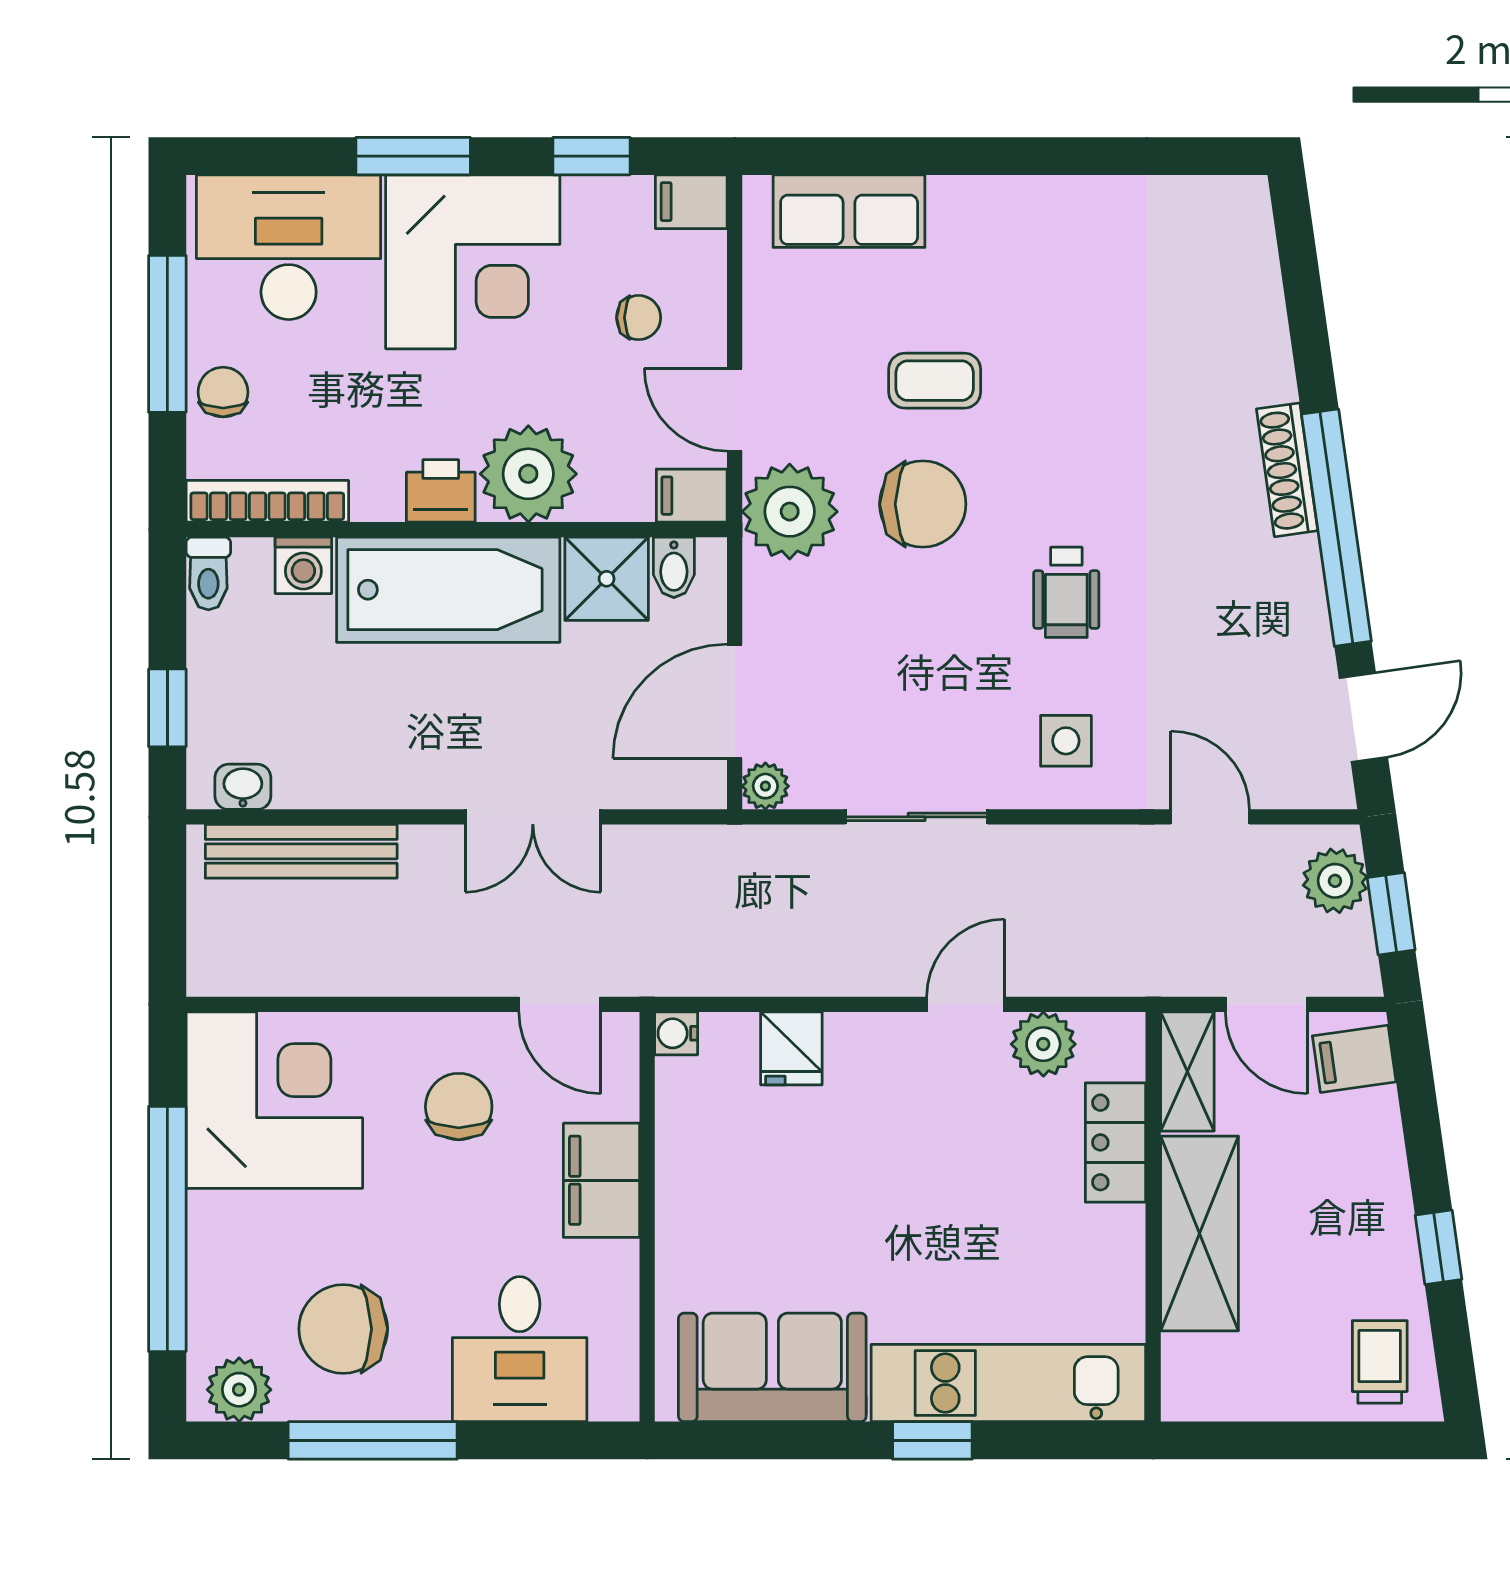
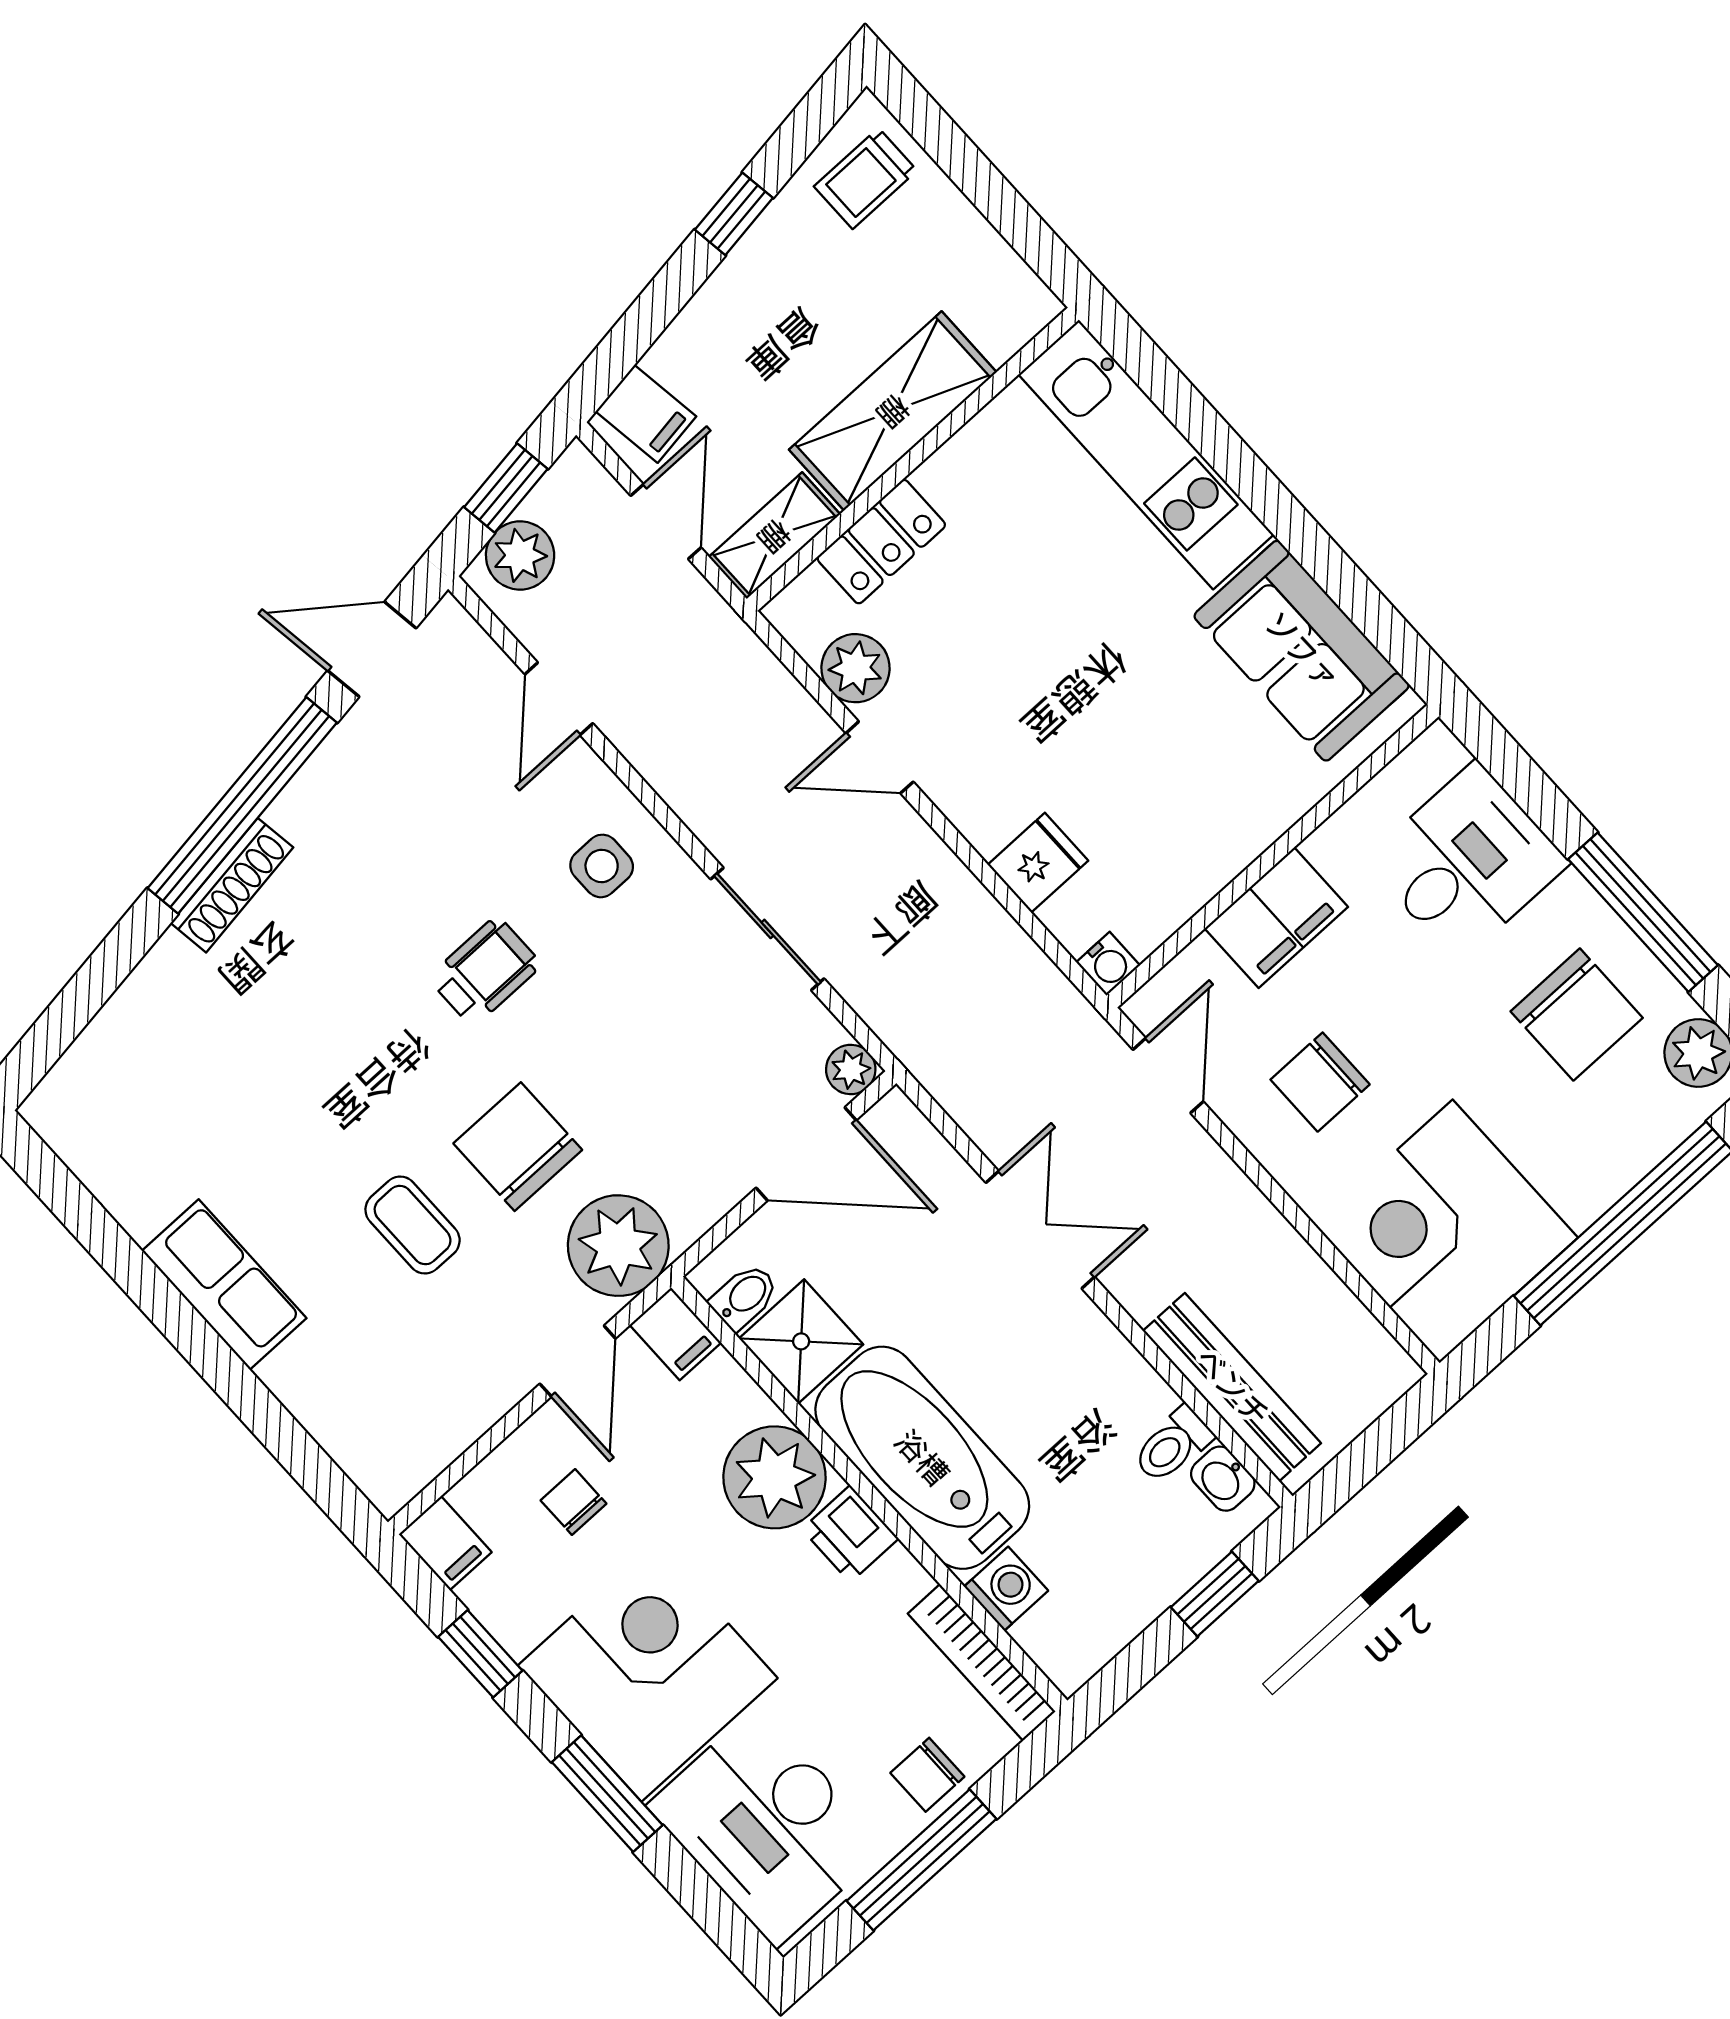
row of seats: (849, 211) -> (224, 1284), moved
toilet: (208, 573) -> (1173, 1445), moved, turned 180
window: (932, 1440) -> (1245, 473), removed

